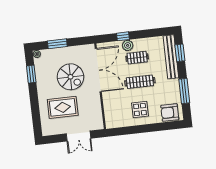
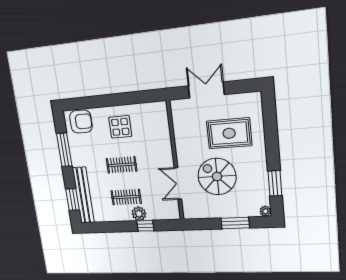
double door: (98, 70) -> (178, 183), width x0.54
clothes rail: (140, 82) -> (122, 165), width x0.73

